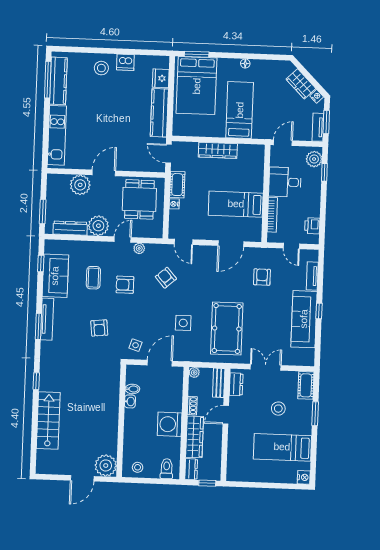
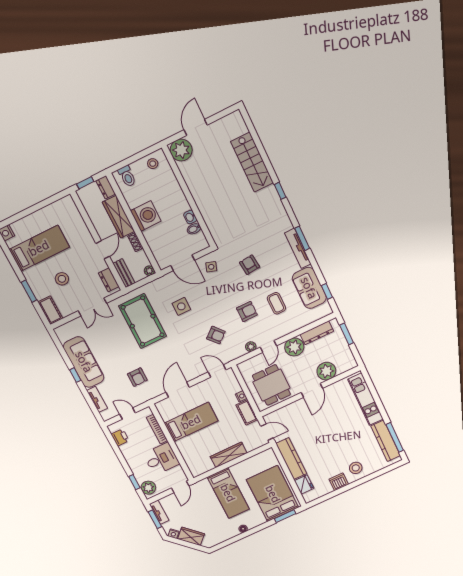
door: (160, 363) -> (183, 263), hinge flipped

